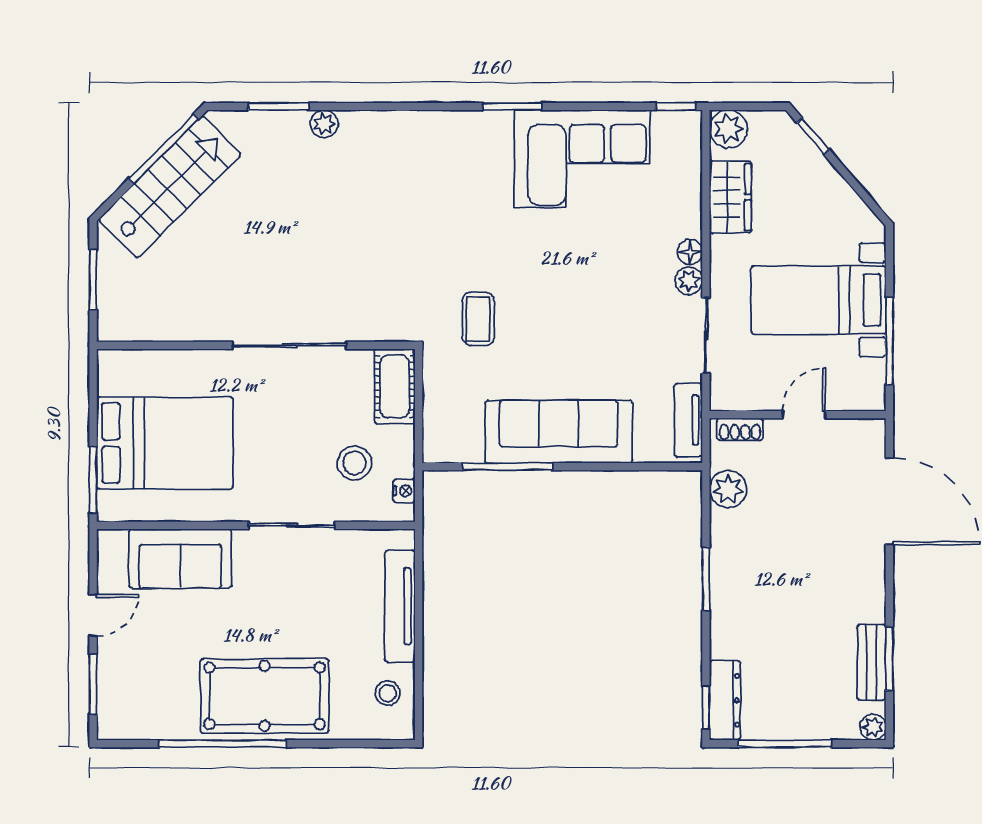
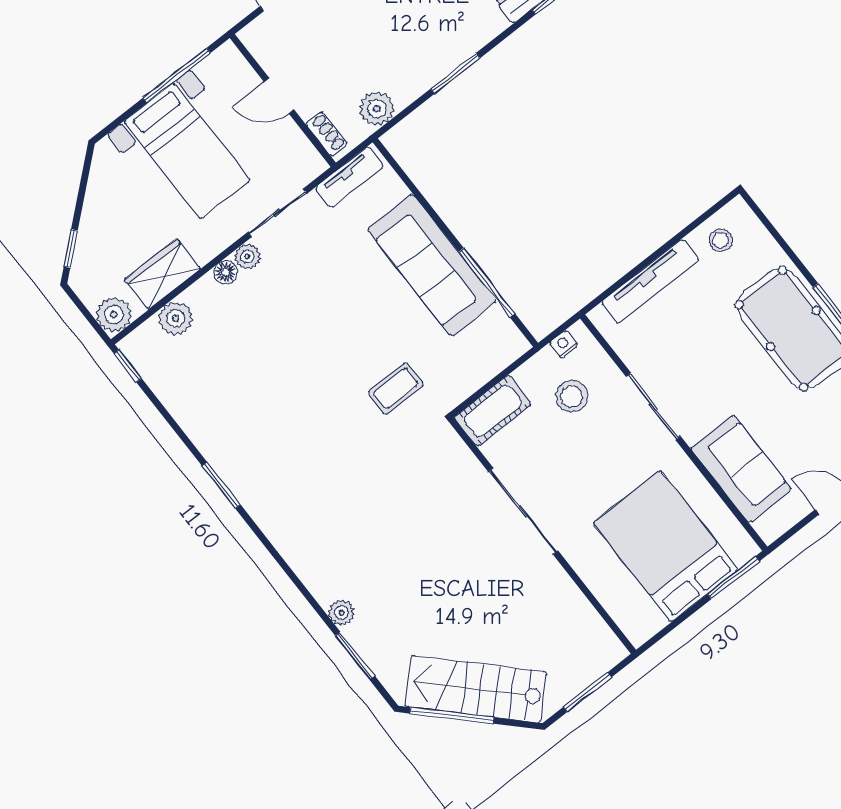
corner sofa: (582, 159) -> (219, 404), removed
plant: (684, 179) -> (176, 318), added

